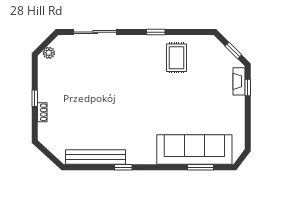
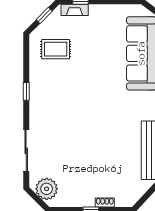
plant: (49, 53) -> (47, 189), width x1.88, depth x1.88
rug: (176, 58) -> (56, 49), moved

